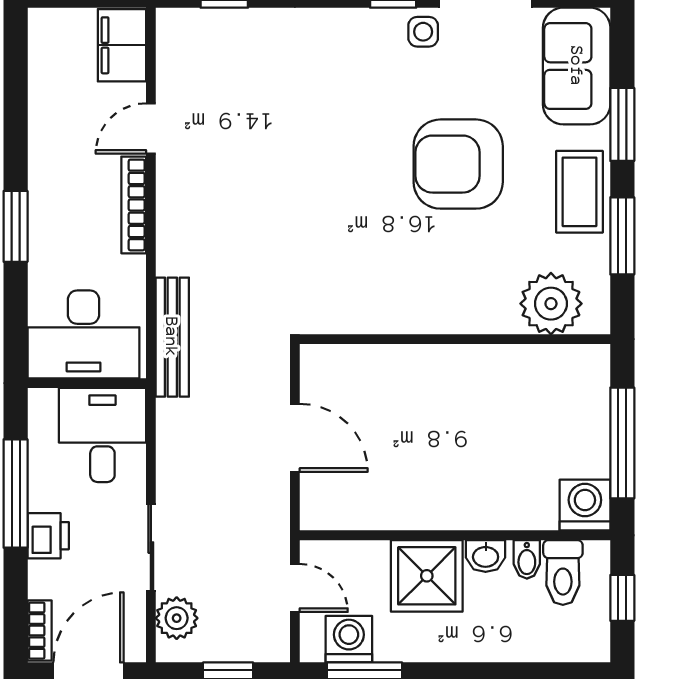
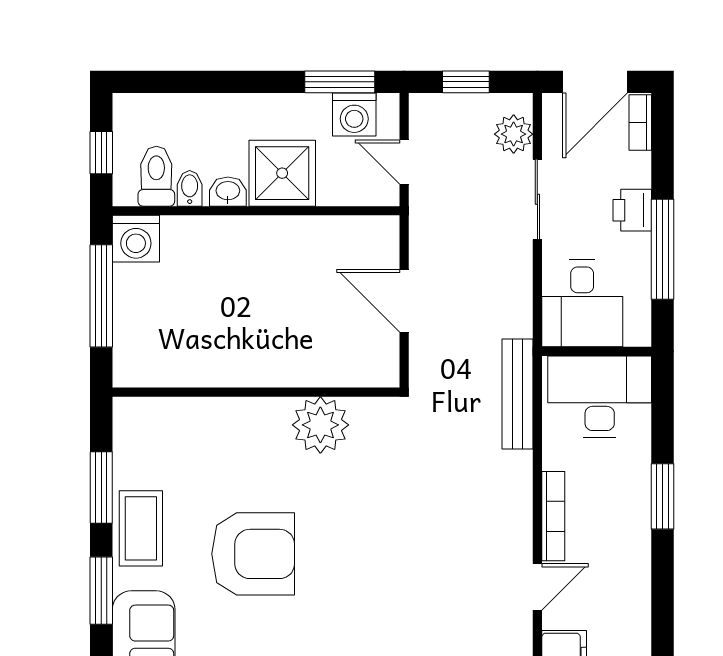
plant: (551, 304) -> (320, 425), moved

